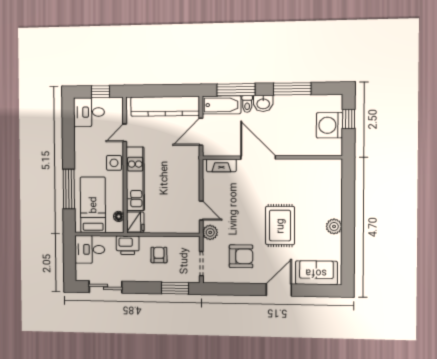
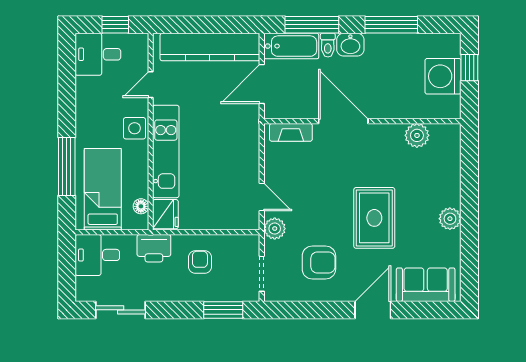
plant: (311, 167) -> (417, 135), added

